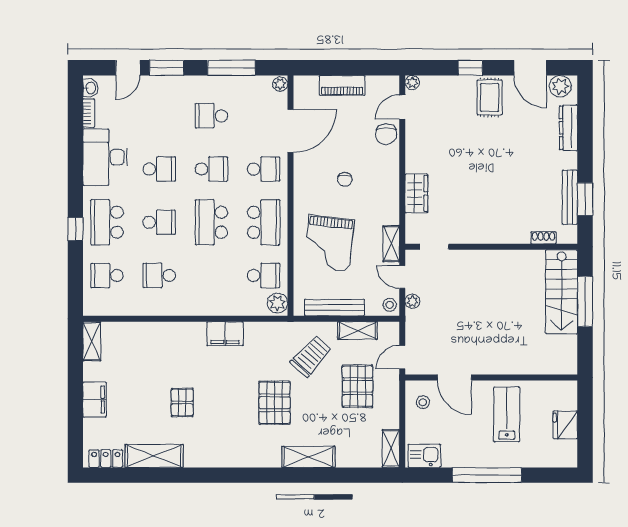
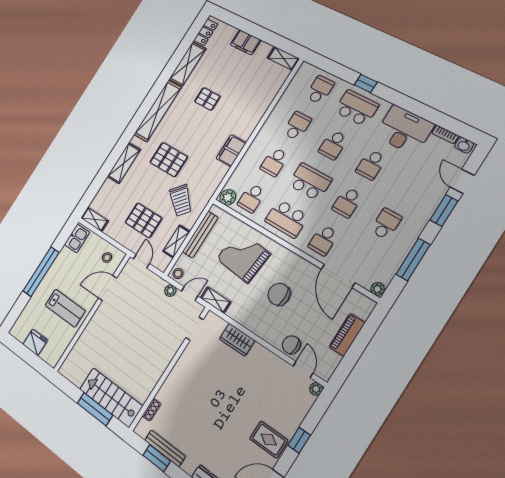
chair: (345, 179) -> (279, 294), width x1.87, depth x1.87
school desk: (211, 276) -> (274, 162), added
shelving: (227, 456) -> (158, 111), added

